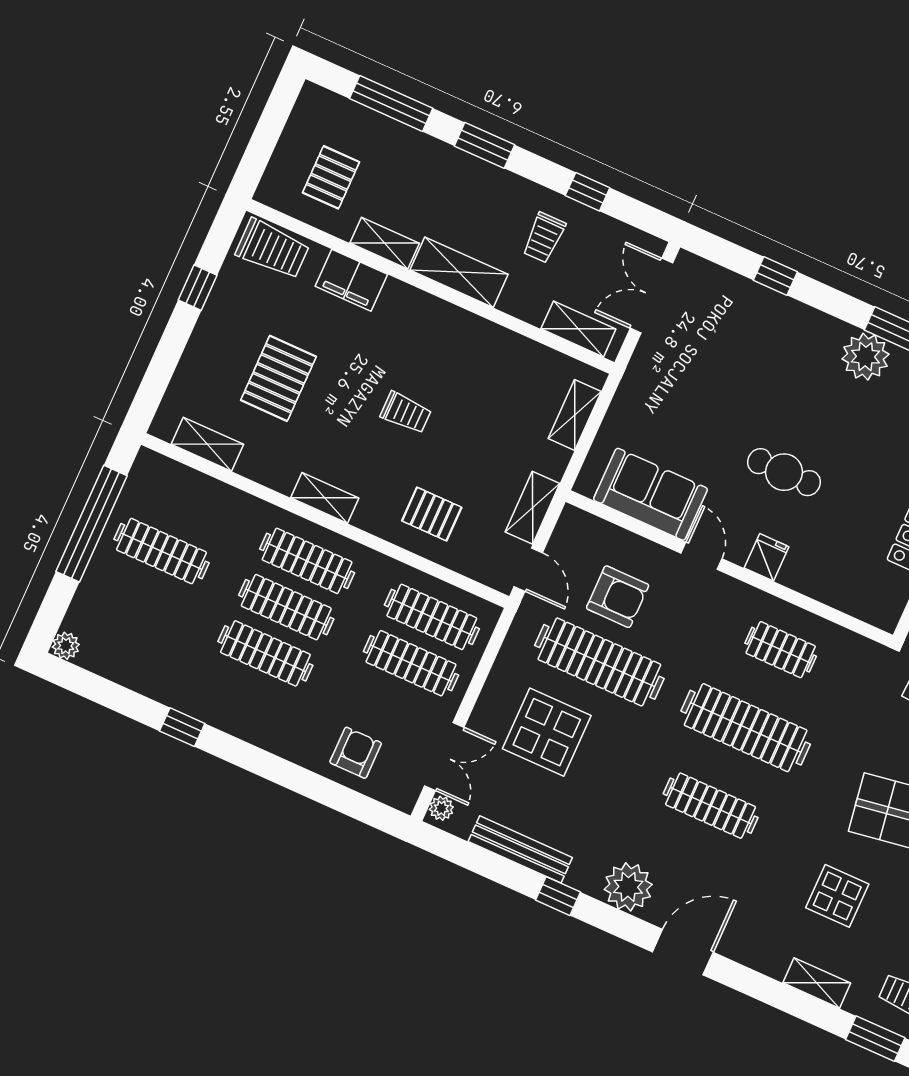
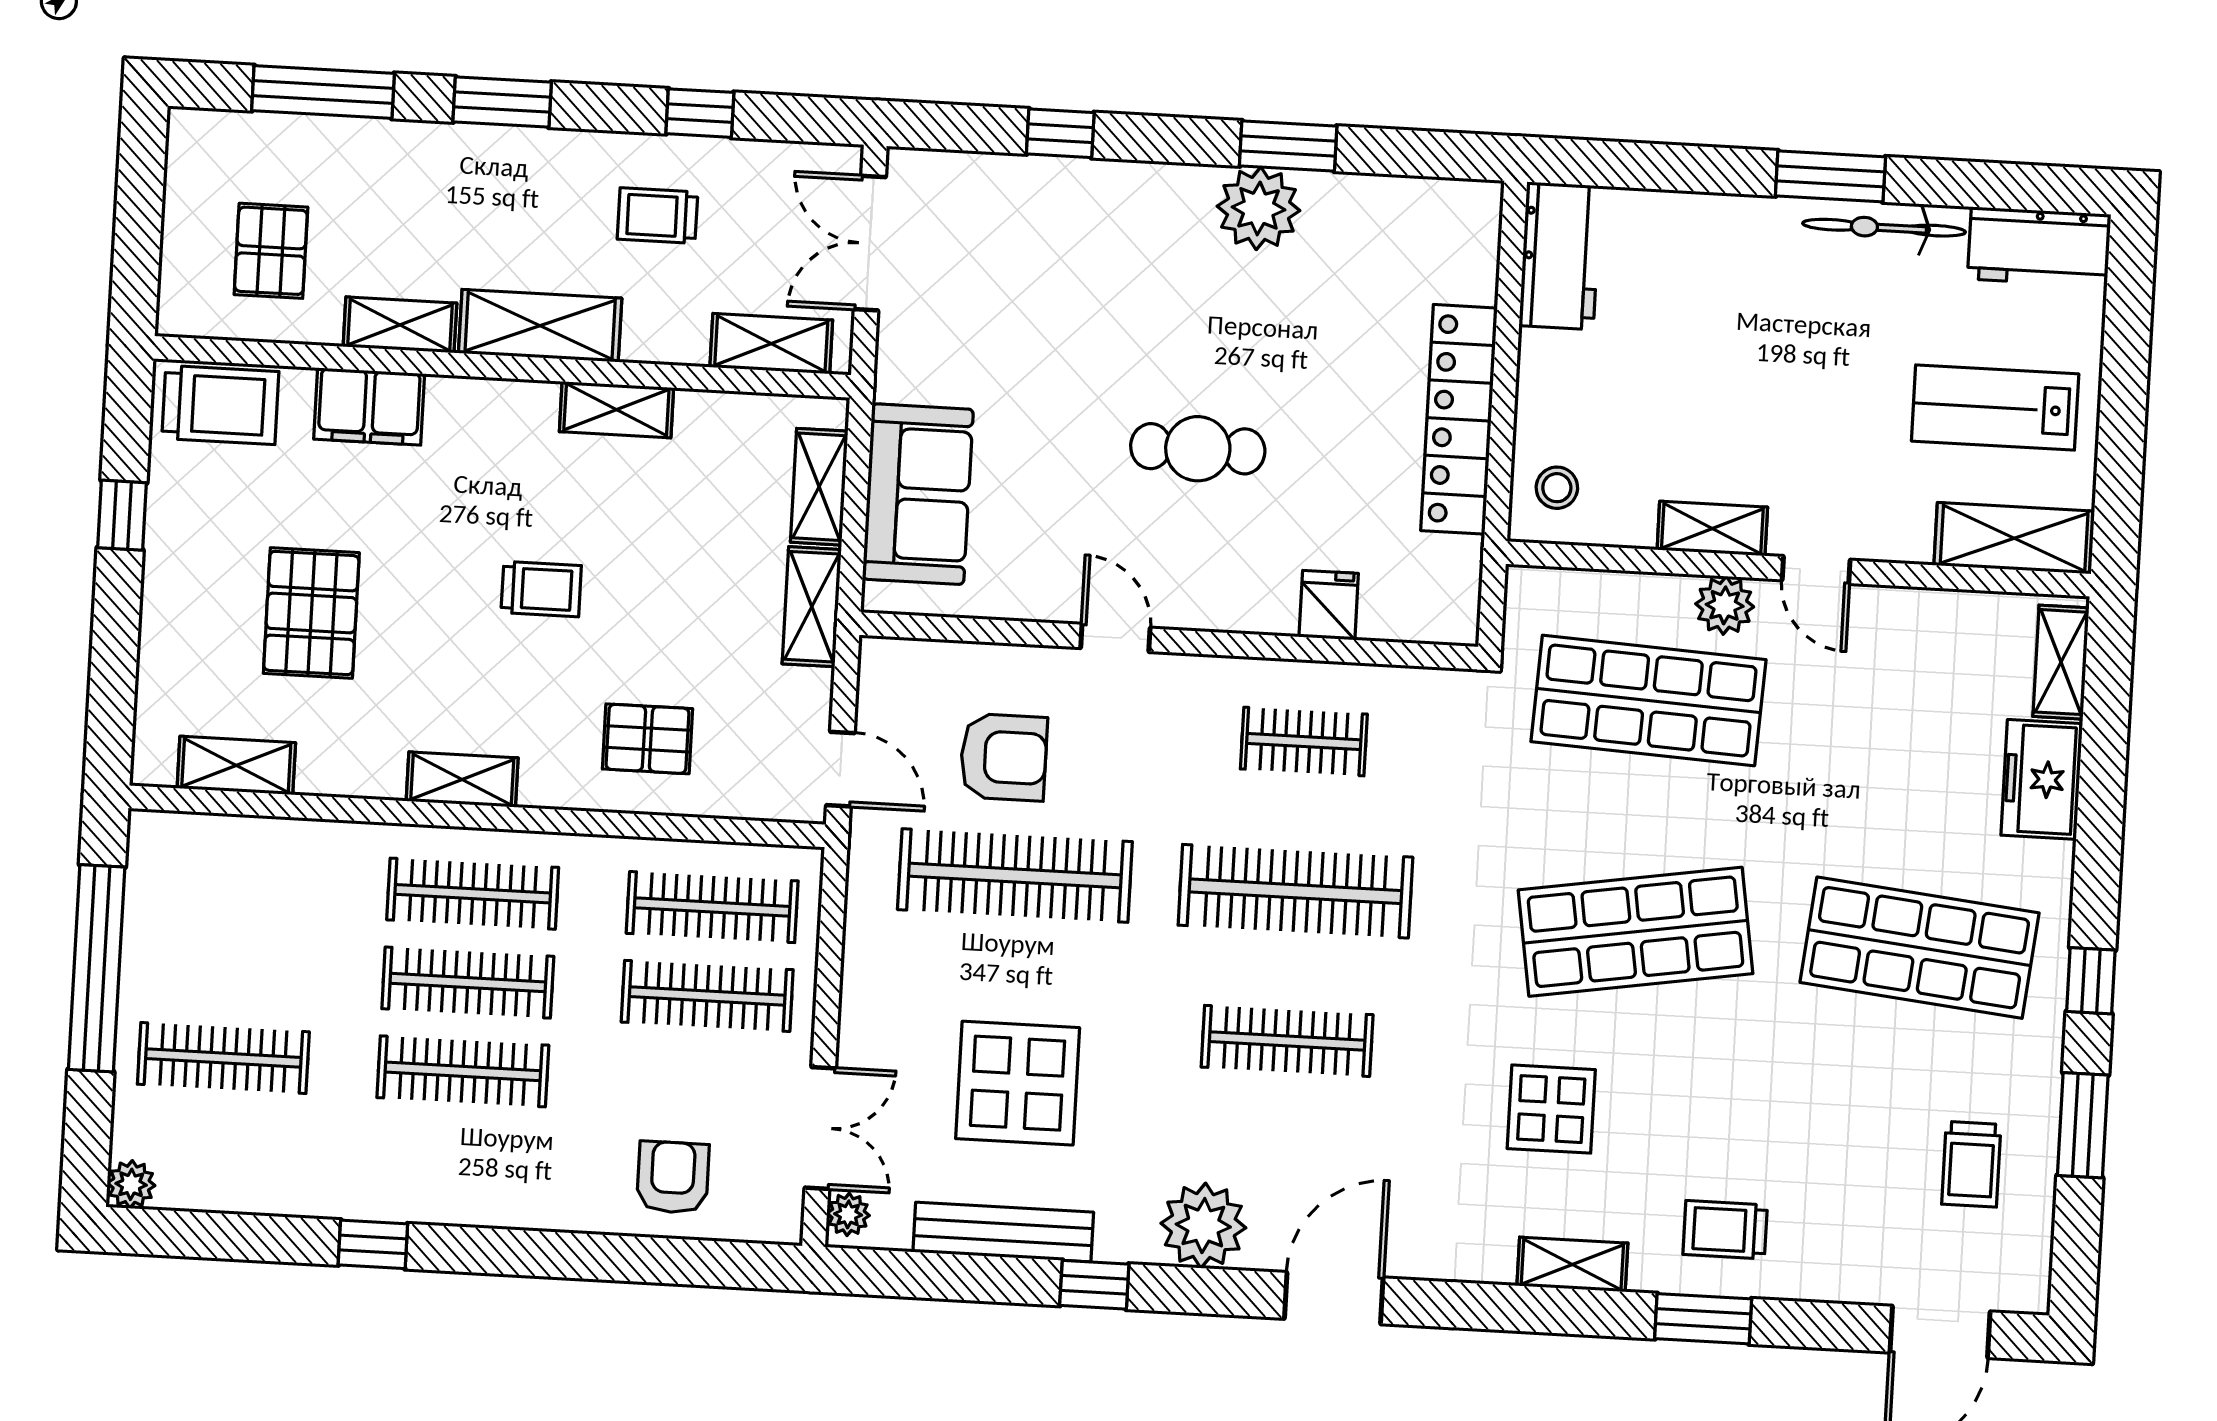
trolley: (544, 238) -> (657, 216), turned 90
shelving: (482, 333) -> (616, 410), added
sofa: (650, 494) -> (918, 494), moved, turned 90
shelving: (532, 508) -> (812, 607), moved
clothes rail: (161, 551) -> (223, 1058), moved
fridge: (767, 557) -> (1329, 605), moved
display table: (547, 732) -> (1018, 1083), moved

